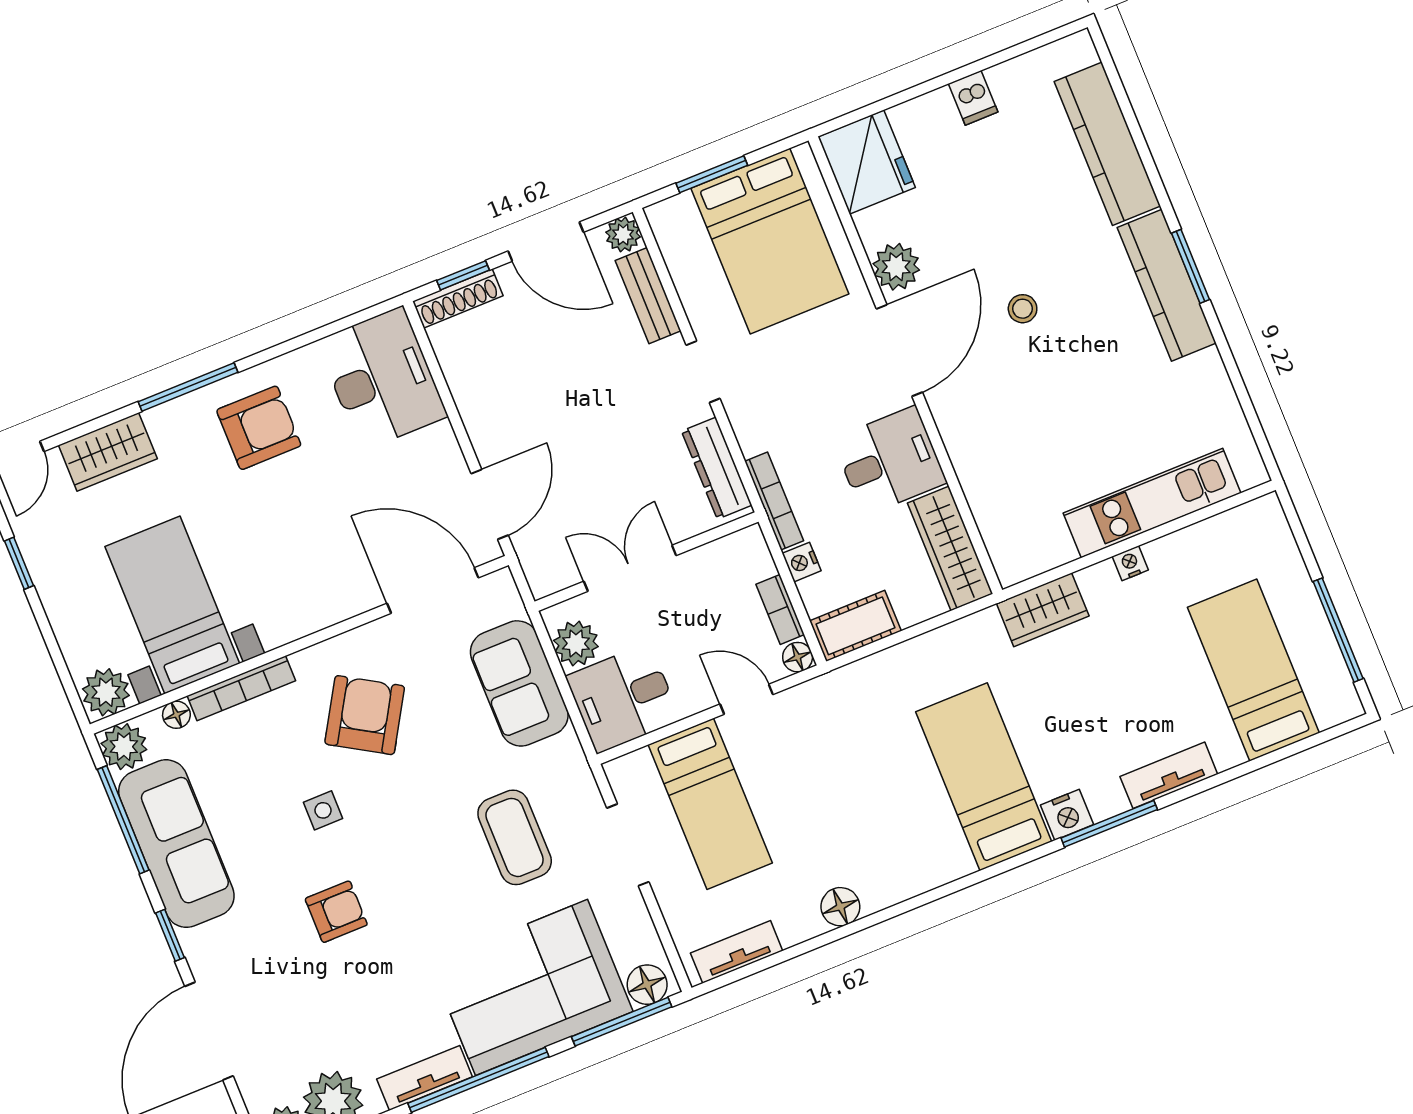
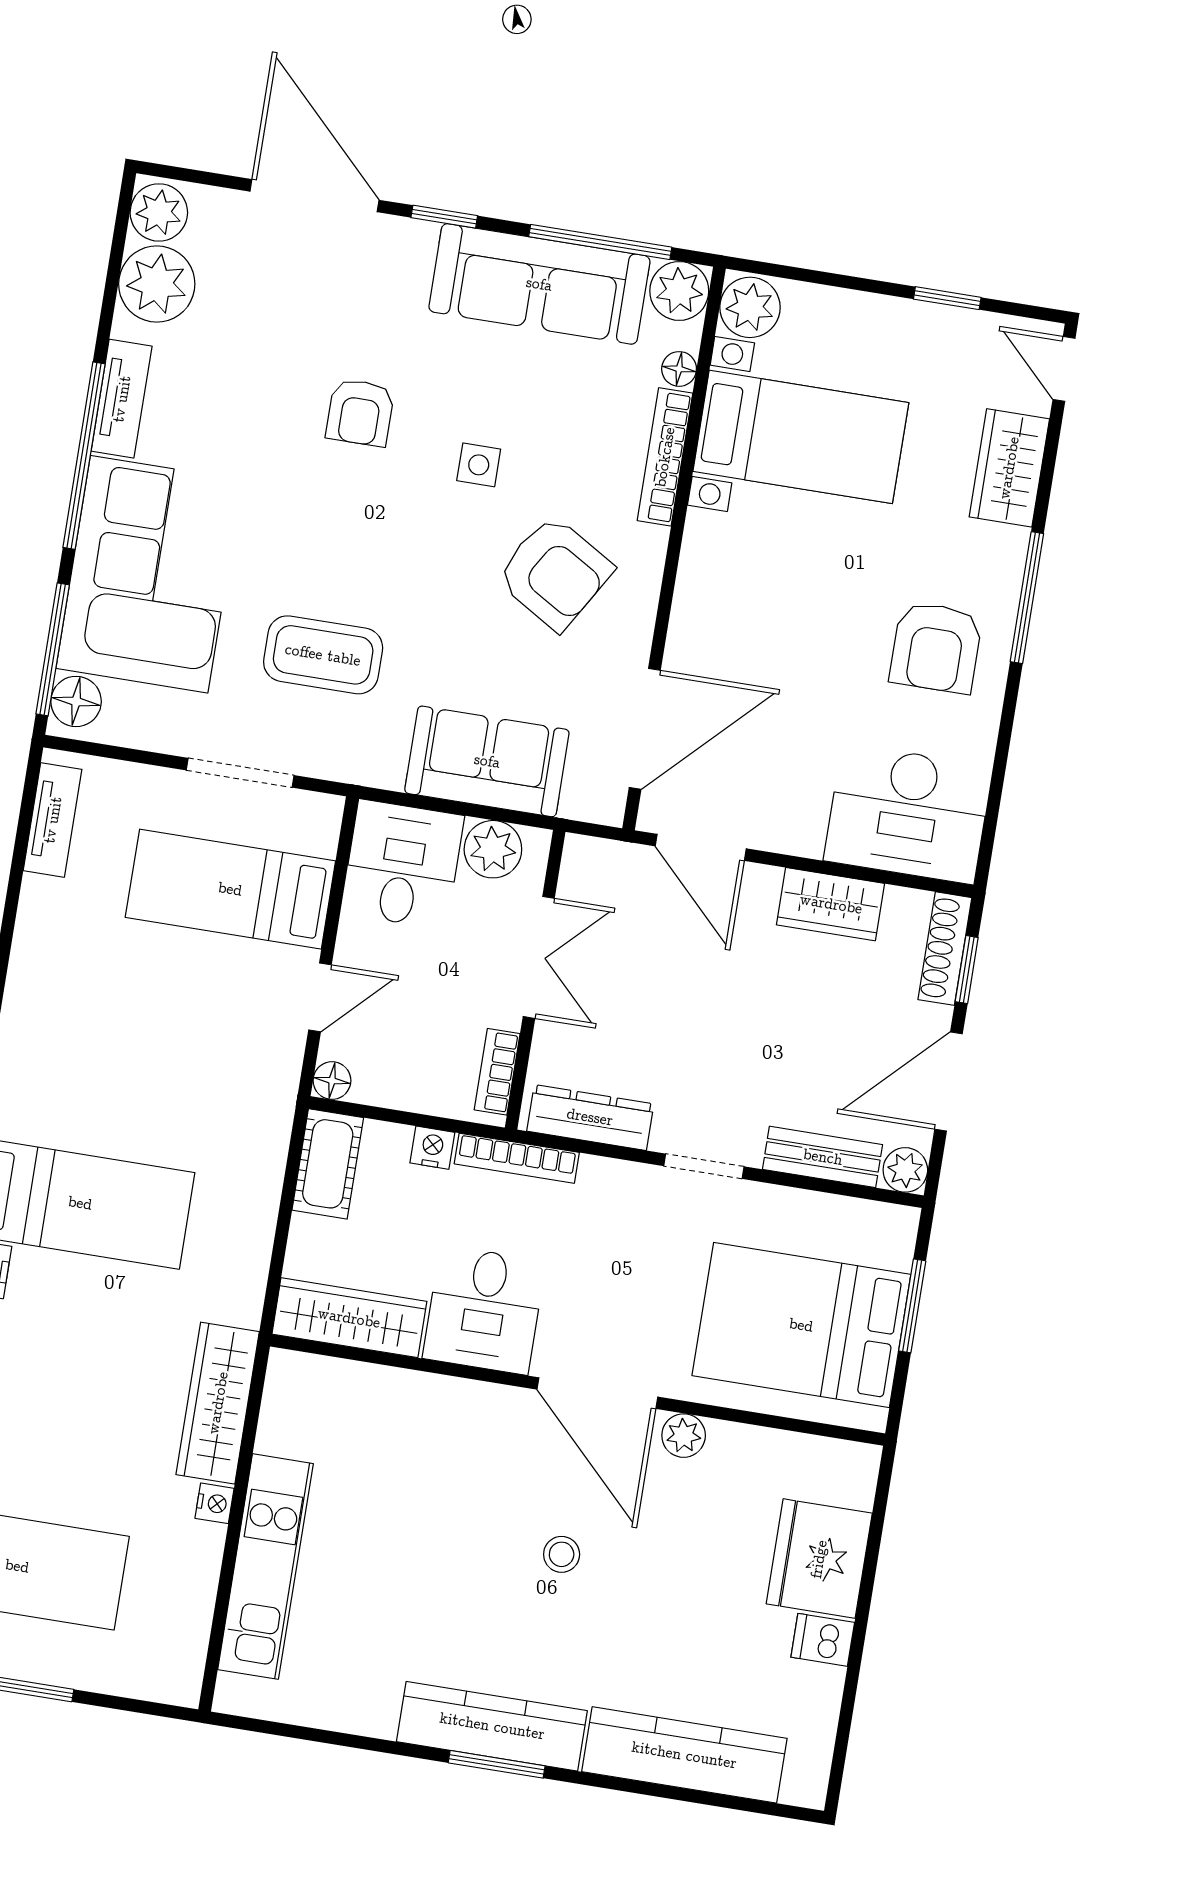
fridge: (867, 162) -> (819, 1559), moved, turned 90
plant: (896, 267) -> (684, 1436), width x0.73, depth x0.73
wardrobe: (475, 394) -> (831, 904), added
bookcase: (780, 609) -> (497, 1072), moved, turned -90
wardrobe: (1043, 610) -> (218, 1403), width x1.50
floor lamp: (840, 907) -> (33, 962), removed

